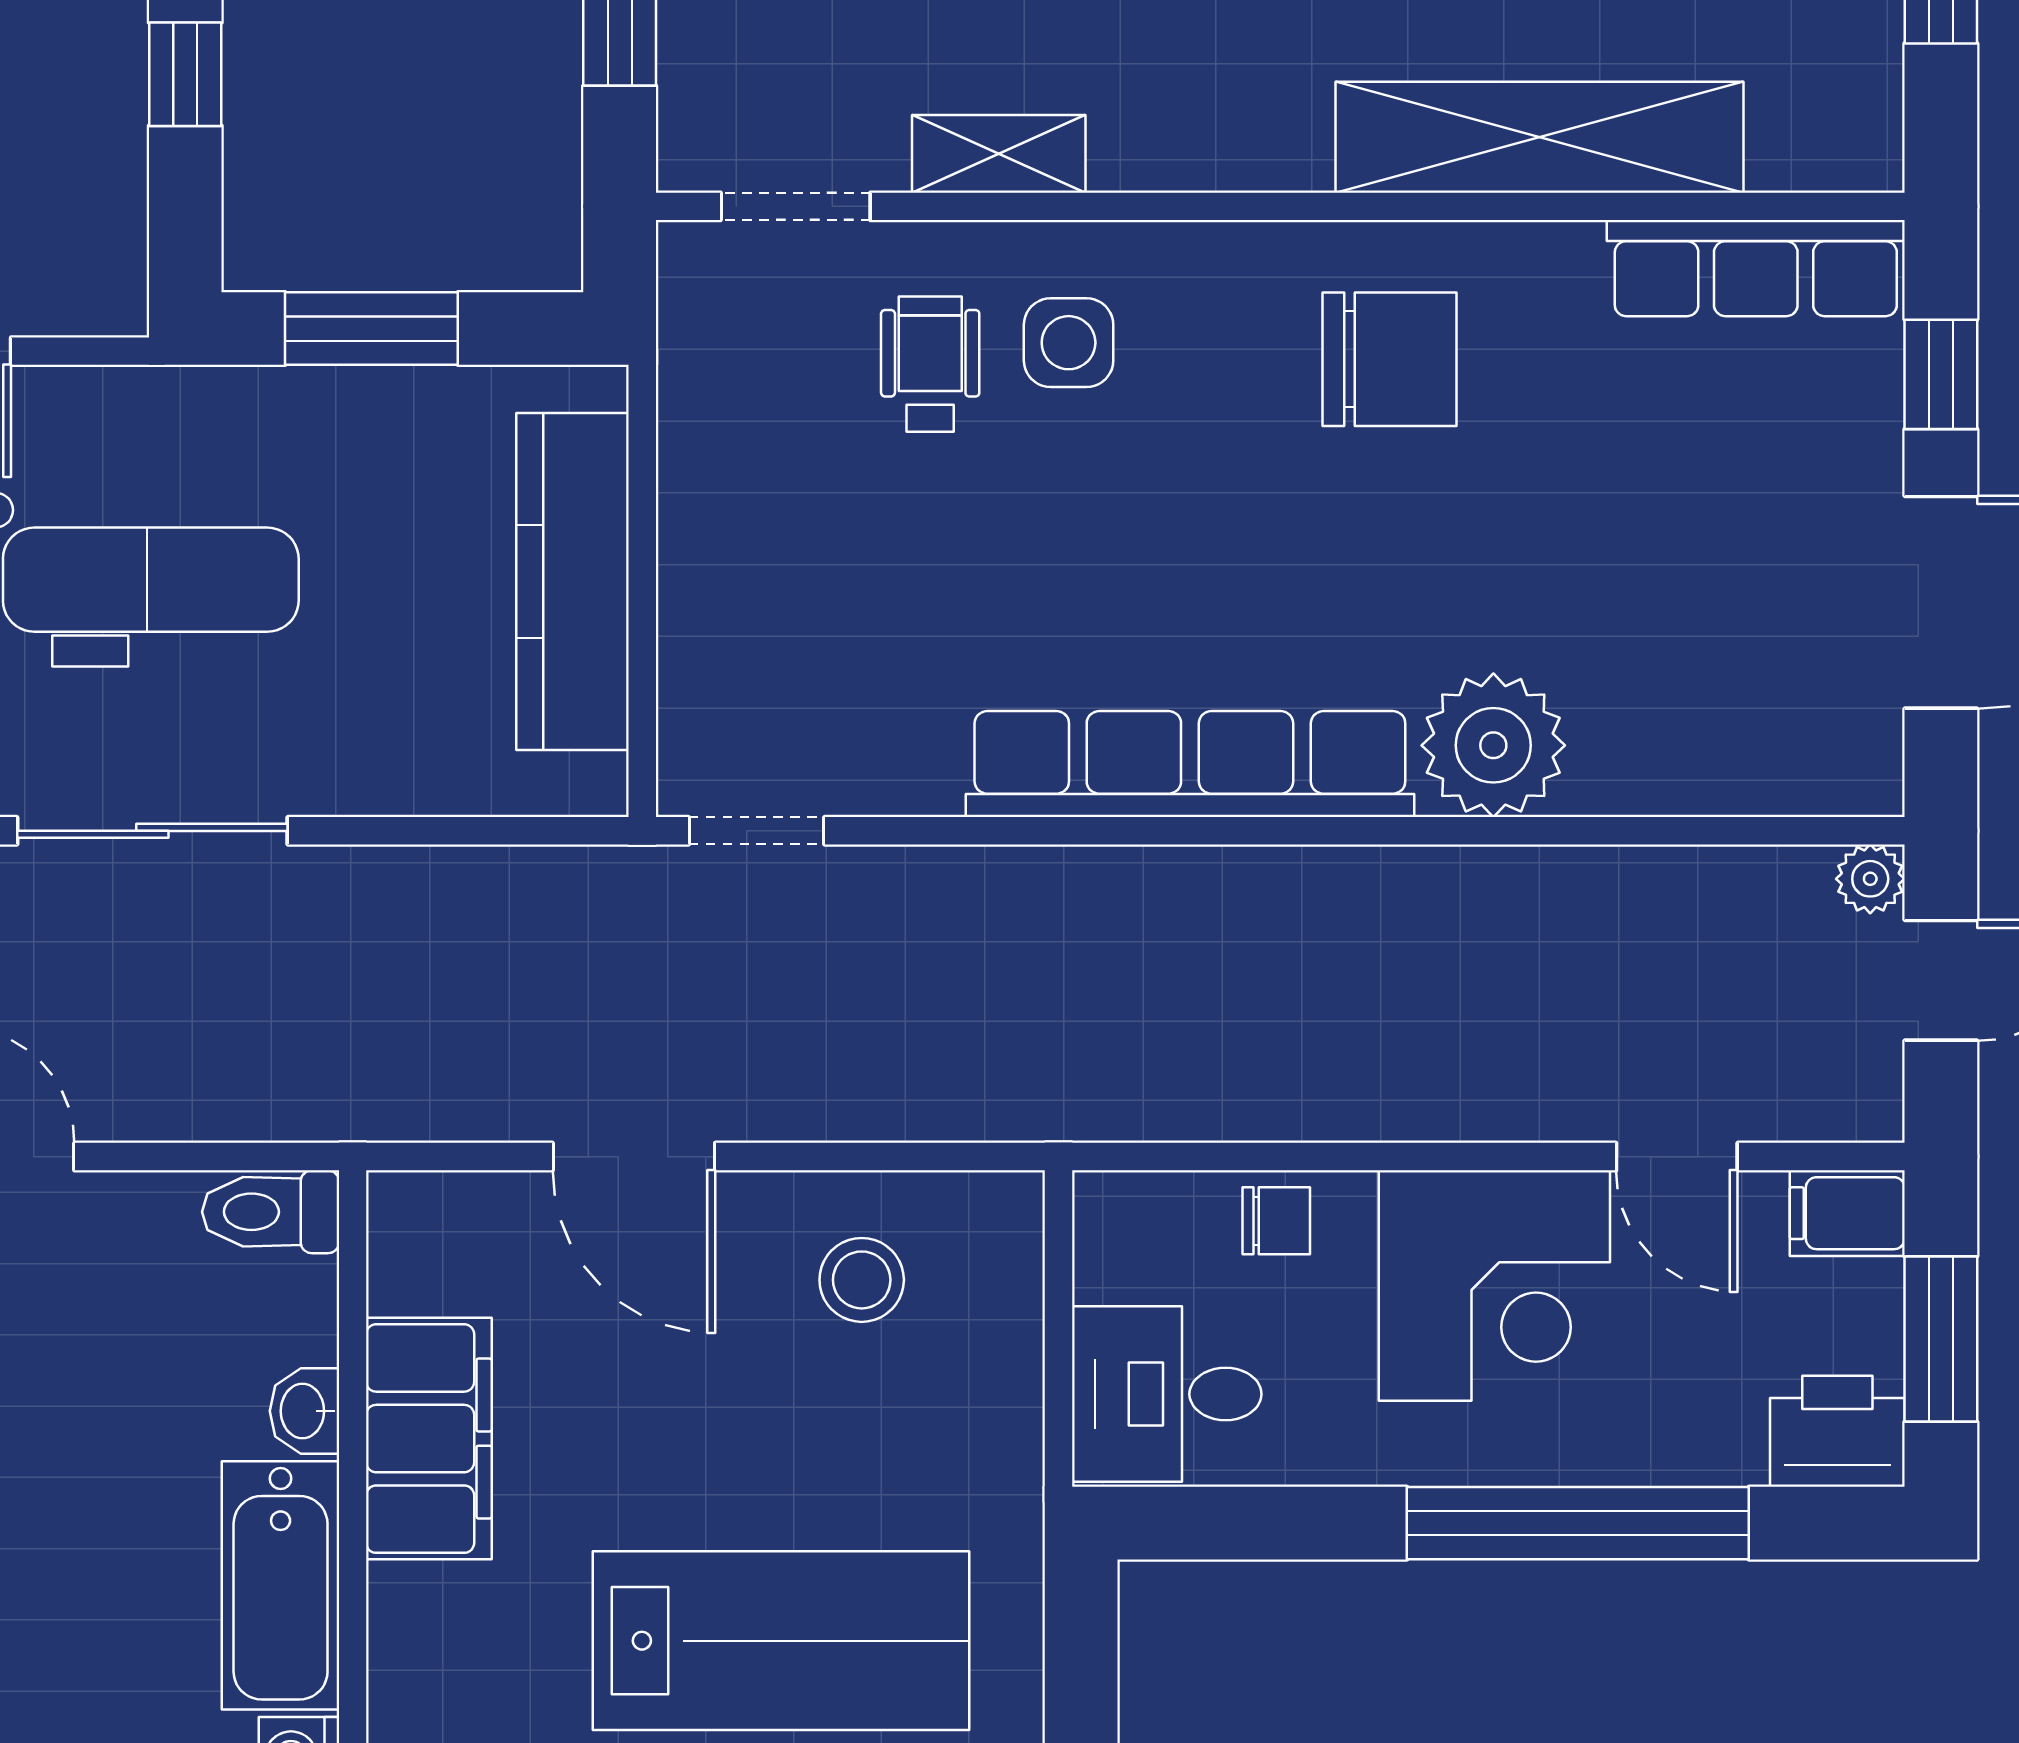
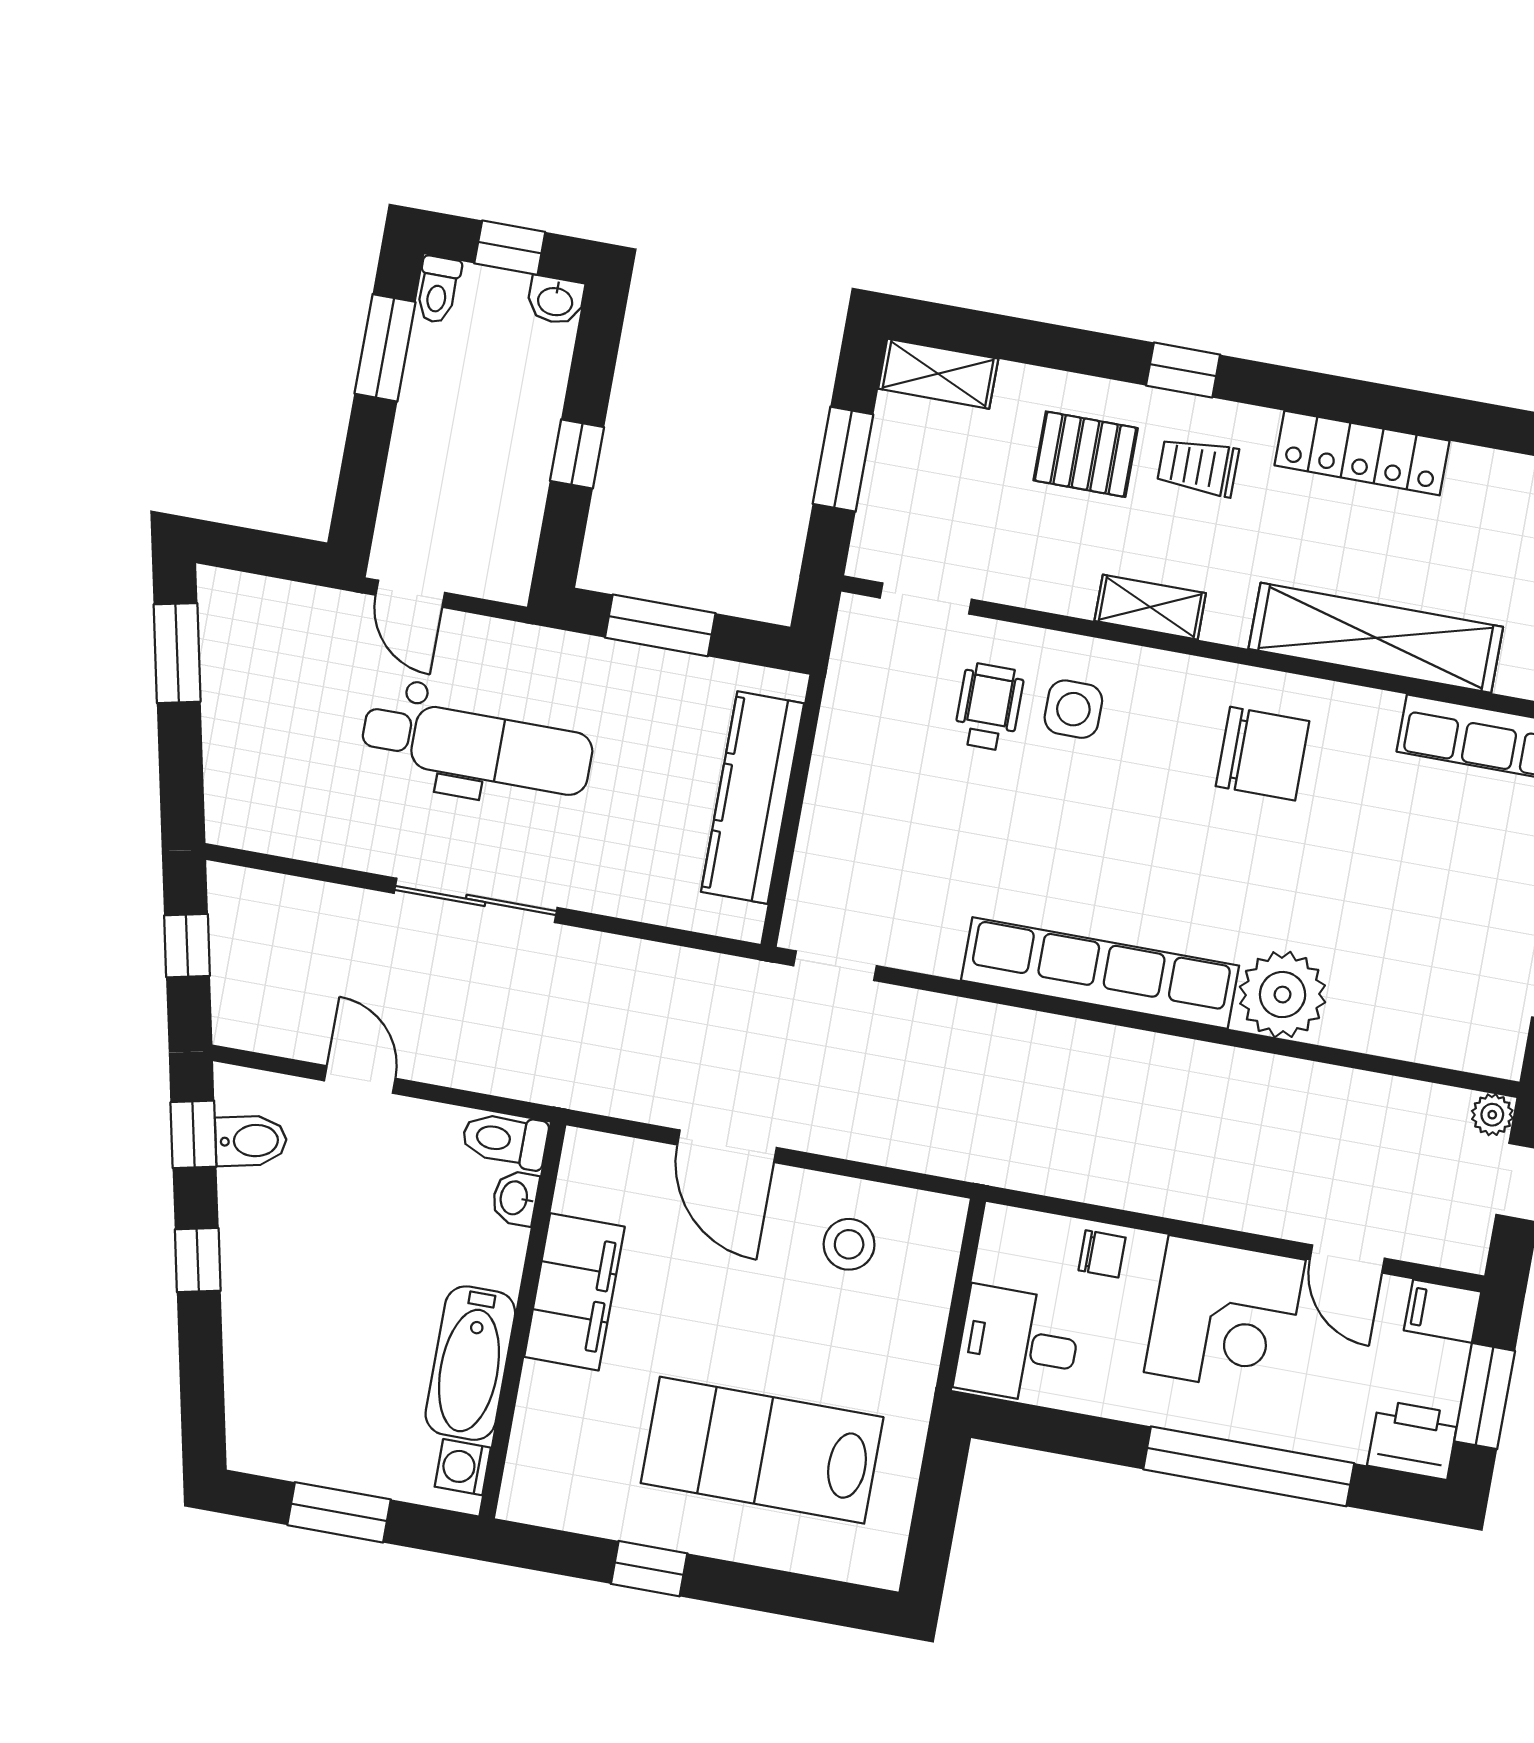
shelving: (999, 154) -> (1150, 607), moved
washbasin: (304, 1411) -> (515, 1198), moved
lab bench: (781, 1641) -> (762, 1450), turned 180

